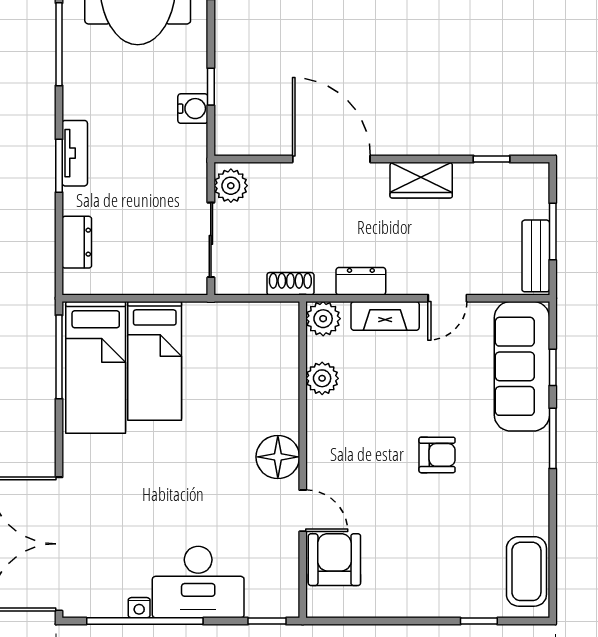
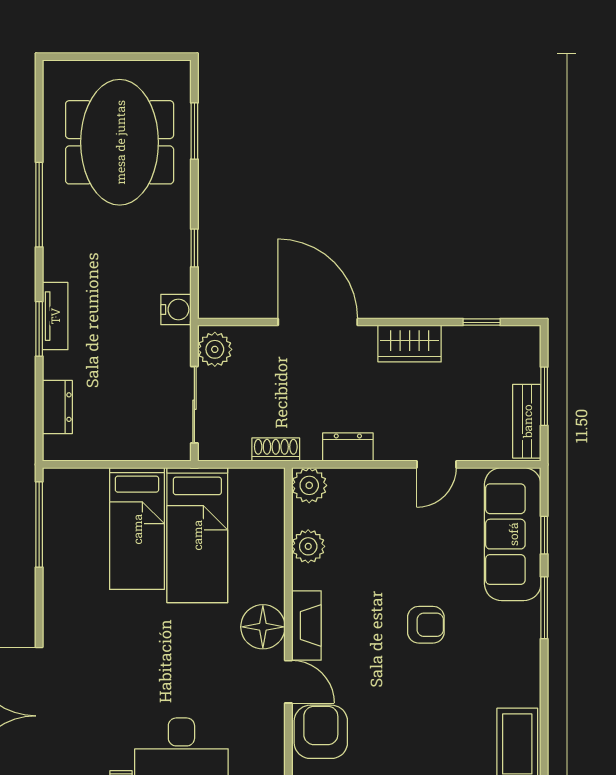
water cooler: (193, 109) -> (176, 310), moved
fireplace: (385, 316) -> (306, 625), moved, turned -90
bed: (96, 367) -> (197, 535), moved

